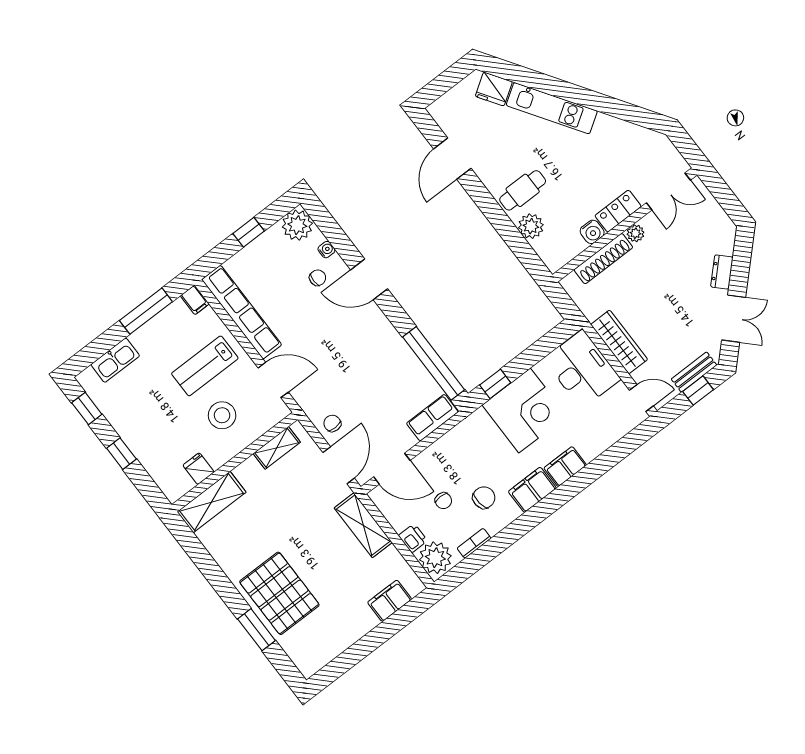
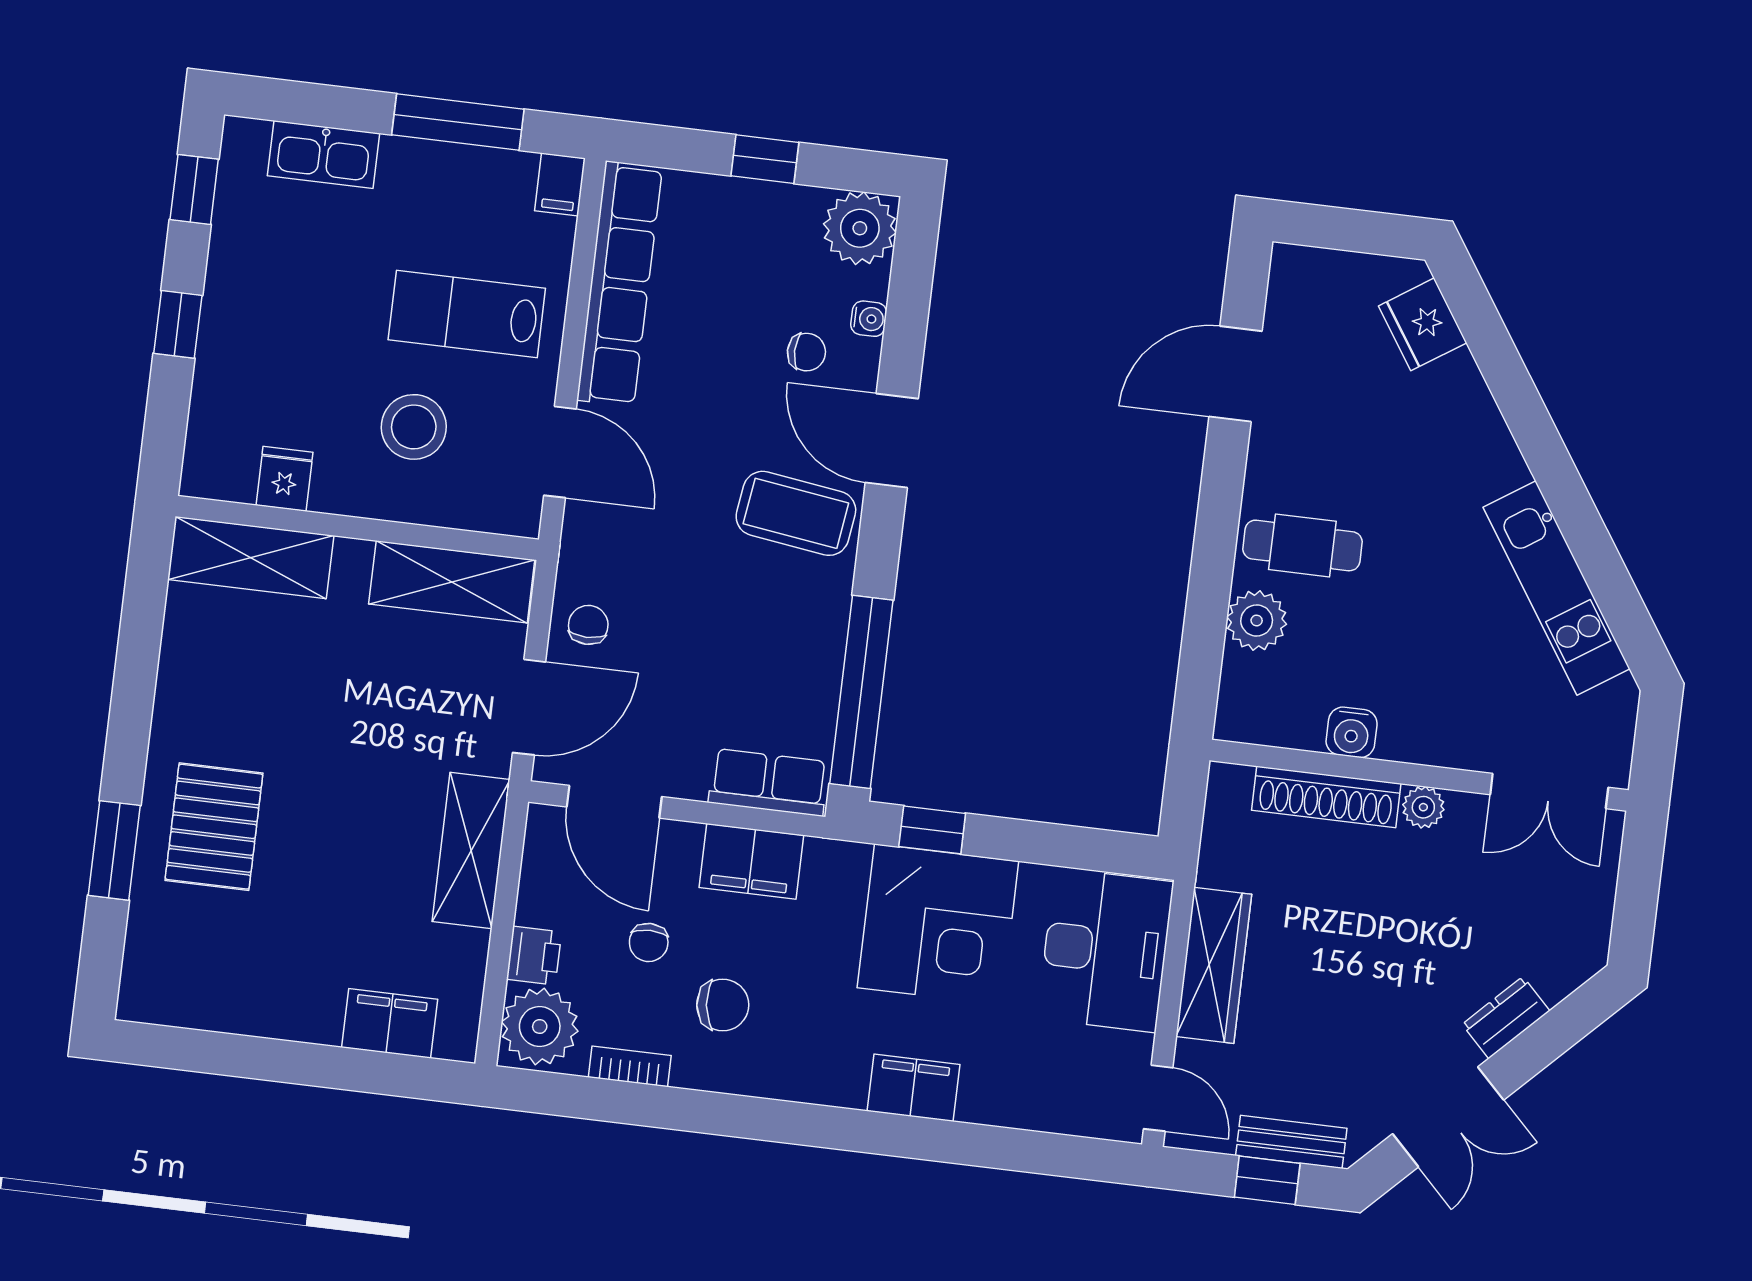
kitchen unit: (552, 108) -> (1557, 588), moved
locker: (618, 211) -> (1431, 740), removed
coffee table: (362, 329) -> (796, 513), added
shelving: (277, 448) -> (452, 582), width x1.50, depth x1.33
filing cabinet: (532, 490) -> (751, 861), moved, turned 180
pallet: (279, 593) -> (214, 827), width x0.73, depth x0.71

